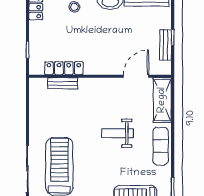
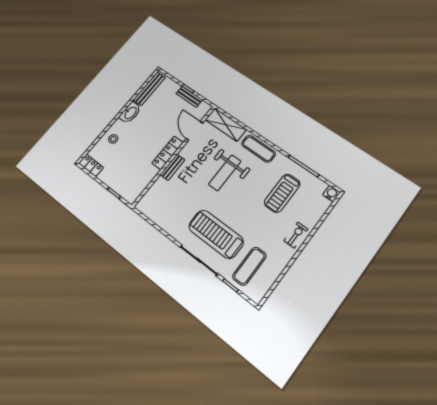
locker: (64, 68) -> (168, 153), moved
bench: (63, 83) -> (172, 167), moved
weight bench: (117, 133) -> (225, 173), width x1.36, depth x1.33

